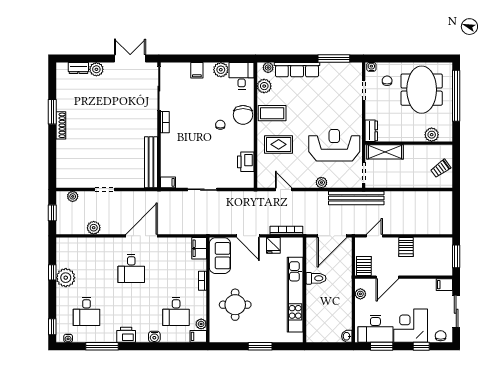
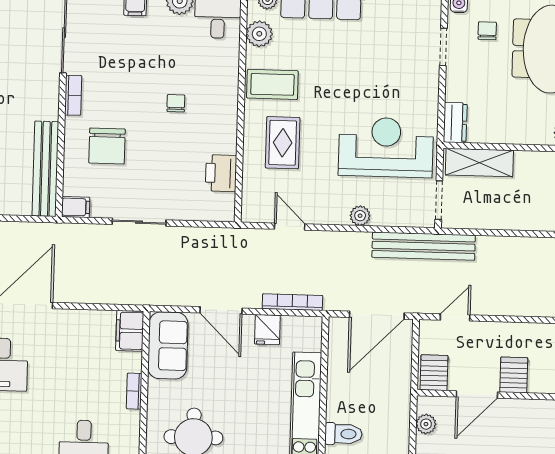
chair: (243, 115) -> (107, 146), moved
rug: (279, 144) -> (283, 143), turned 90
server rack: (406, 247) -> (514, 375), moved, turned 180
toilet: (316, 278) -> (343, 434), moved

